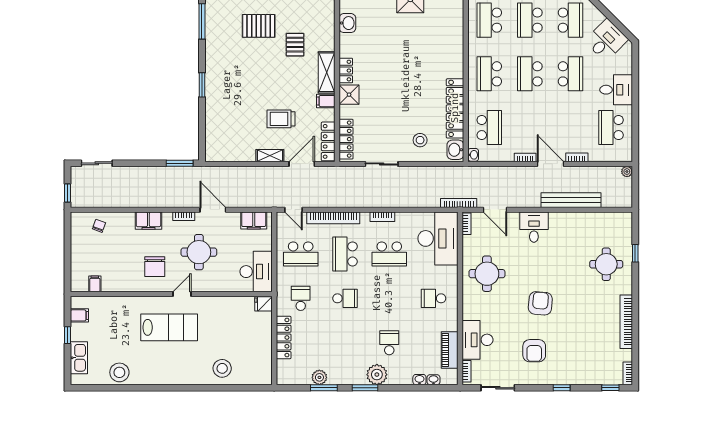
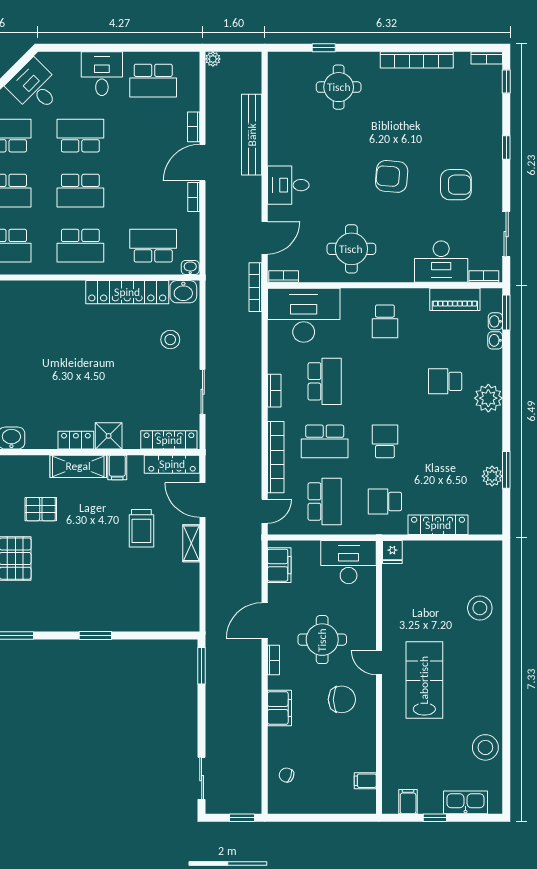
window: (365, 388) -> (506, 312), moved

